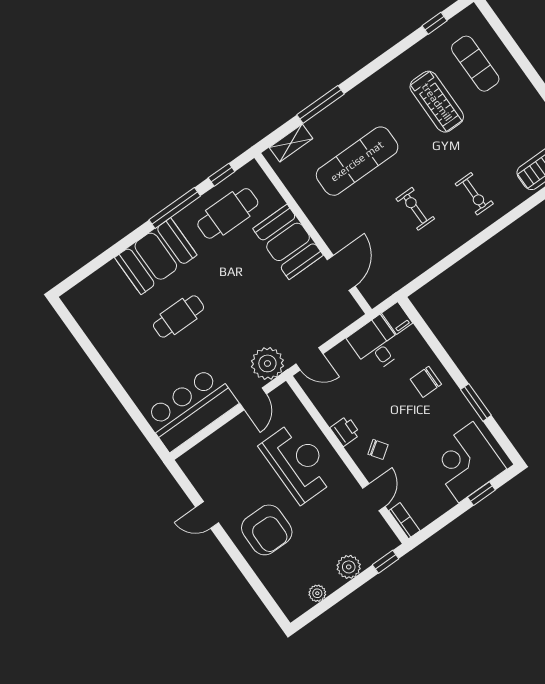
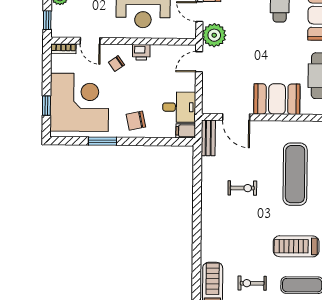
exercise bike: (474, 194) -> (252, 283), moved
bench: (387, 287) -> (208, 138), added
chair: (426, 382) -> (136, 121), turned -102
corner desk: (466, 462) -> (79, 102), width x1.36, depth x1.36

